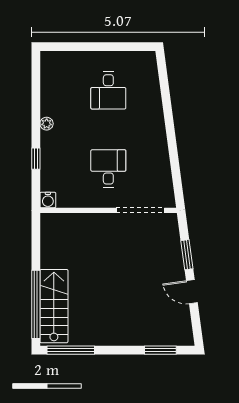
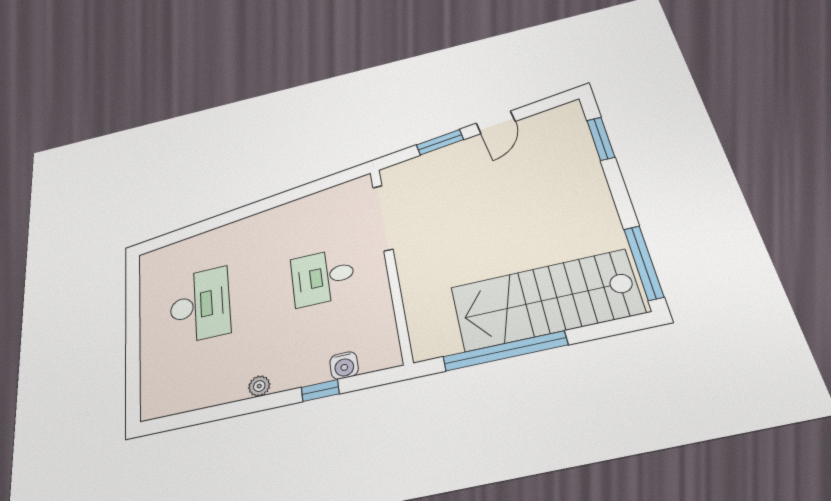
desk: (108, 90) -> (200, 305), width x1.37
water cooler: (48, 200) -> (344, 365), moved, turned 90
window: (36, 304) -> (505, 351), moved
stairs: (54, 306) -> (546, 300), width x1.36, depth x1.51

